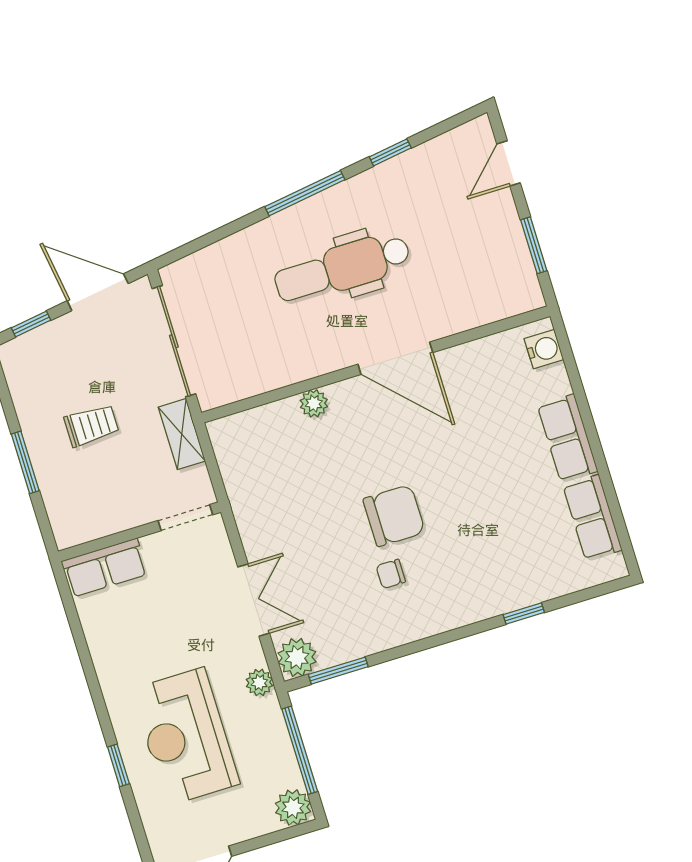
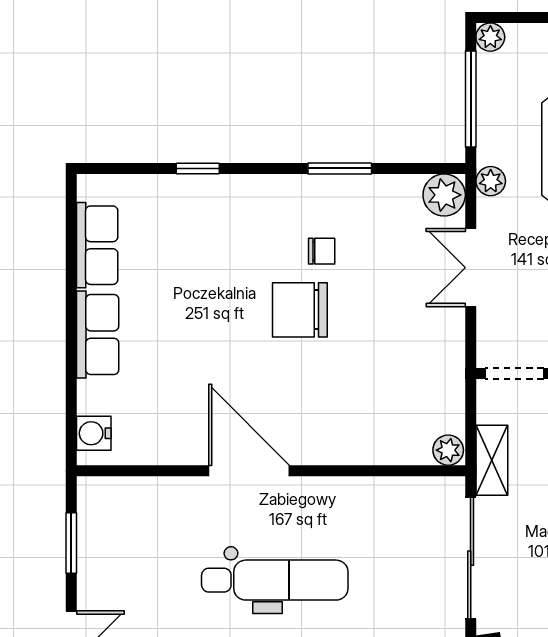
plant: (314, 403) -> (448, 450), moved
window: (338, 671) -> (340, 168), moved
plant: (293, 807) -> (490, 37), width x0.73, depth x0.73

